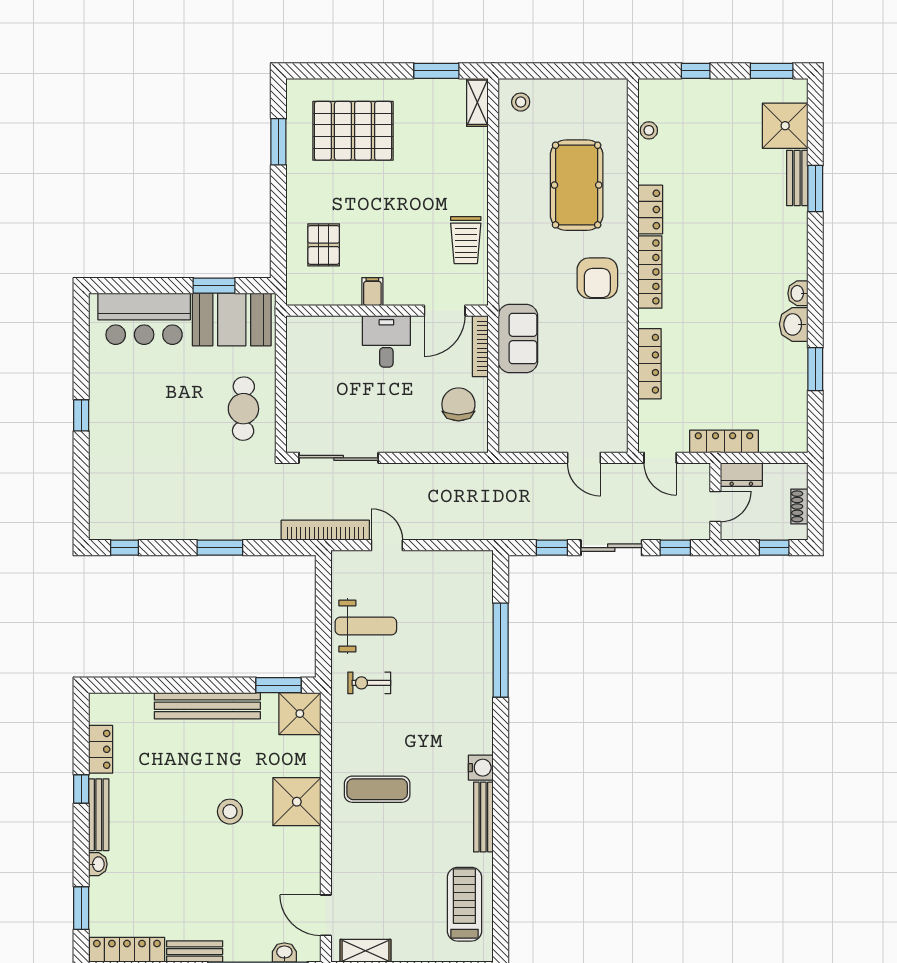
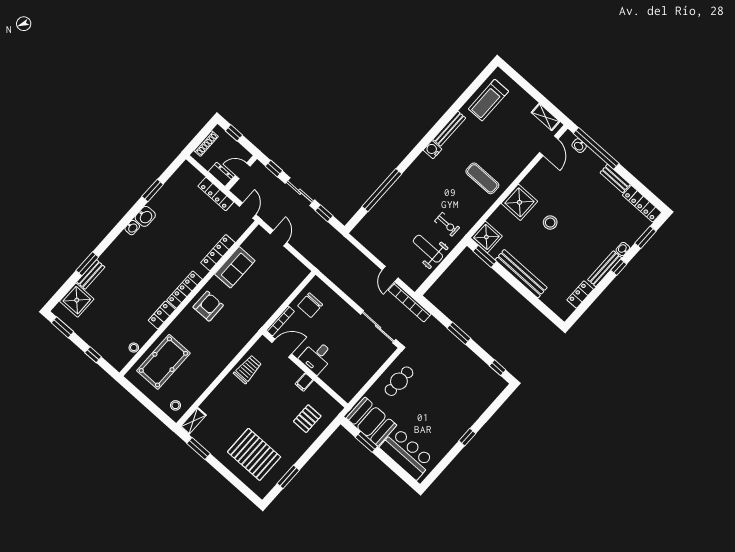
pool table: (577, 185) -> (163, 362), moved
sofa: (518, 339) -> (235, 267), moved, turned 180
shoe rack: (799, 506) -> (206, 143), width x1.43
window: (81, 789) -> (619, 267), moved

